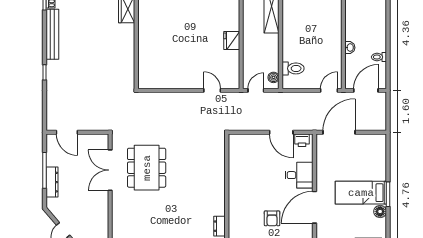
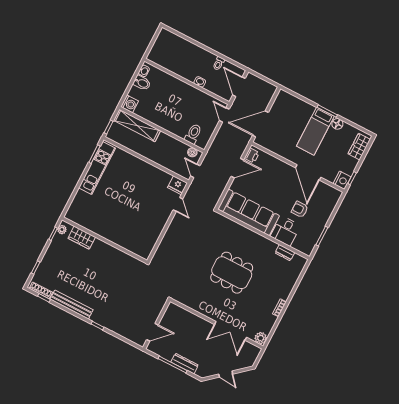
fridge: (232, 41) -> (177, 185), moved
door: (212, 90) -> (178, 204), swing flipped
door: (339, 132) -> (260, 124), hinge flipped
dining table: (147, 168) -> (232, 273), moved
sofa: (242, 168) -> (249, 212), added
double door: (110, 170) -> (230, 331), moved
desk: (299, 175) -> (285, 231), moved, turned 180
armchair: (272, 218) -> (300, 209), turned 180

